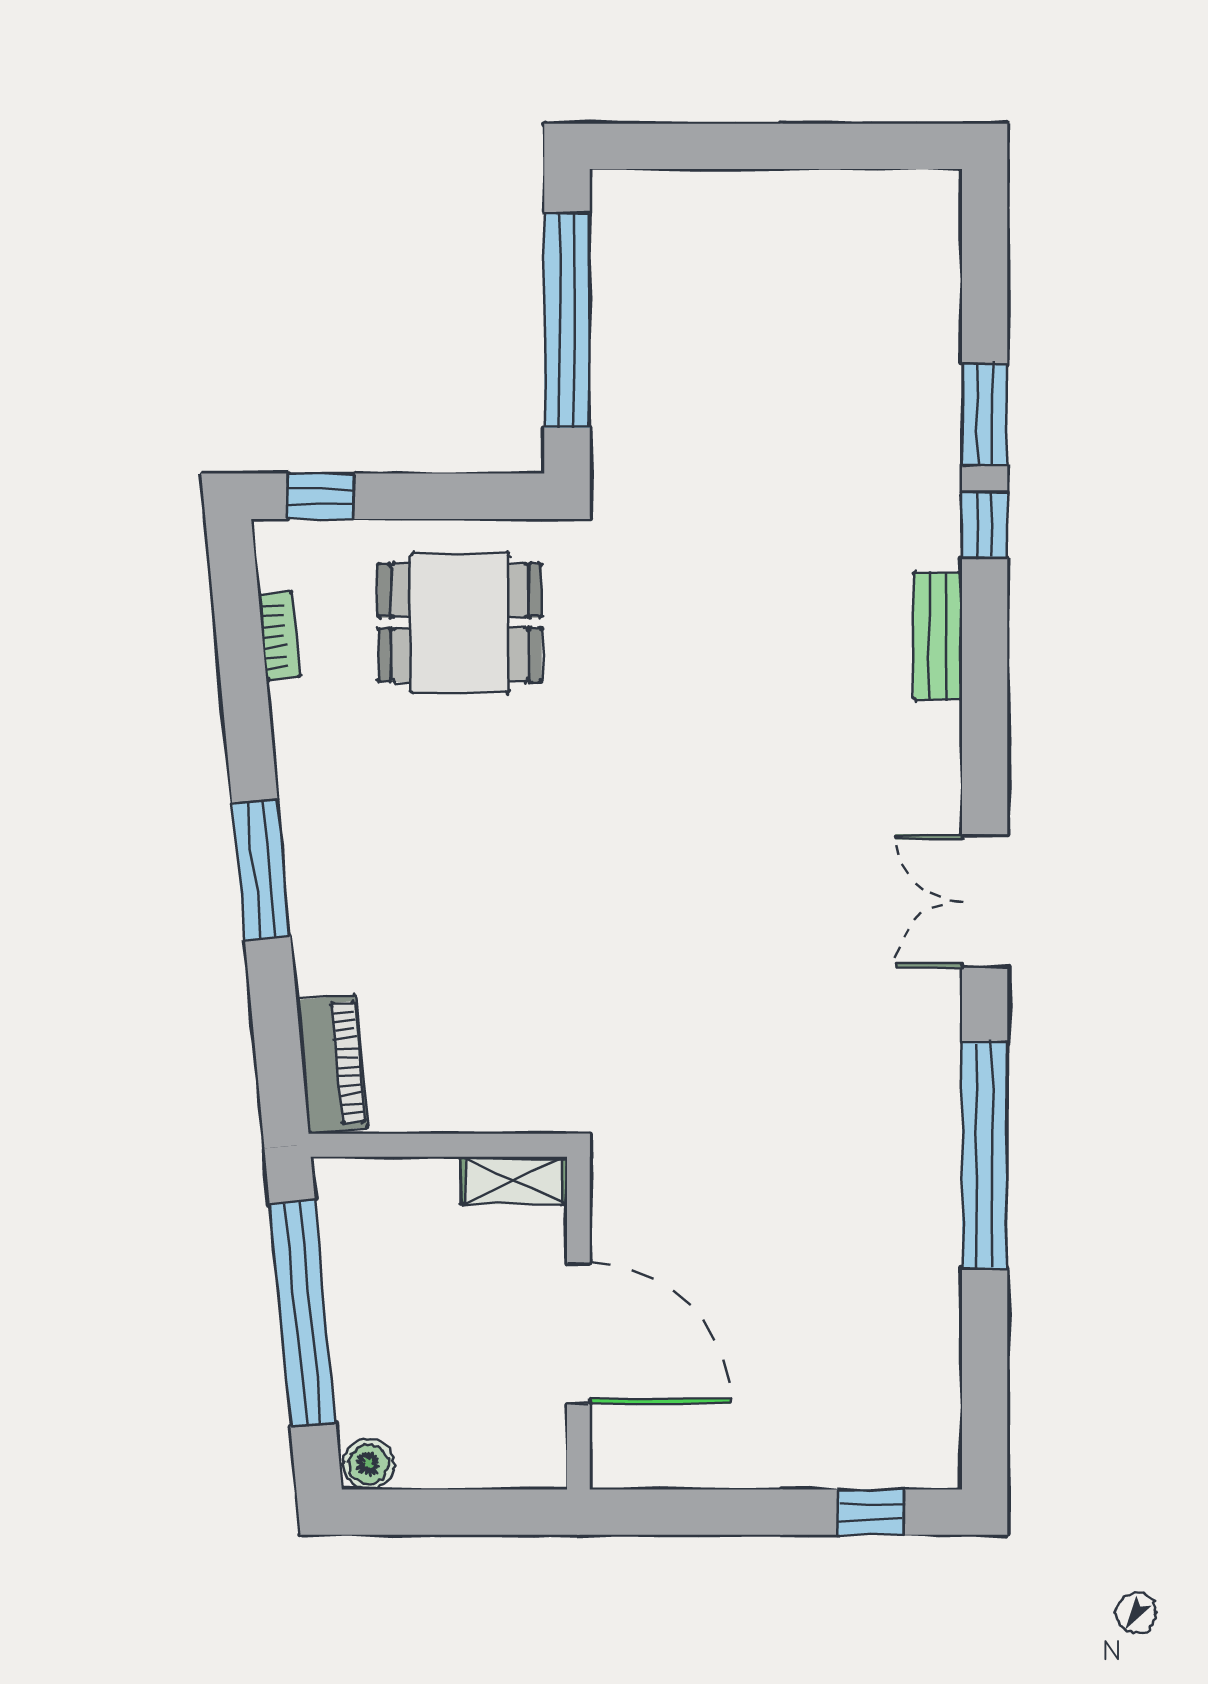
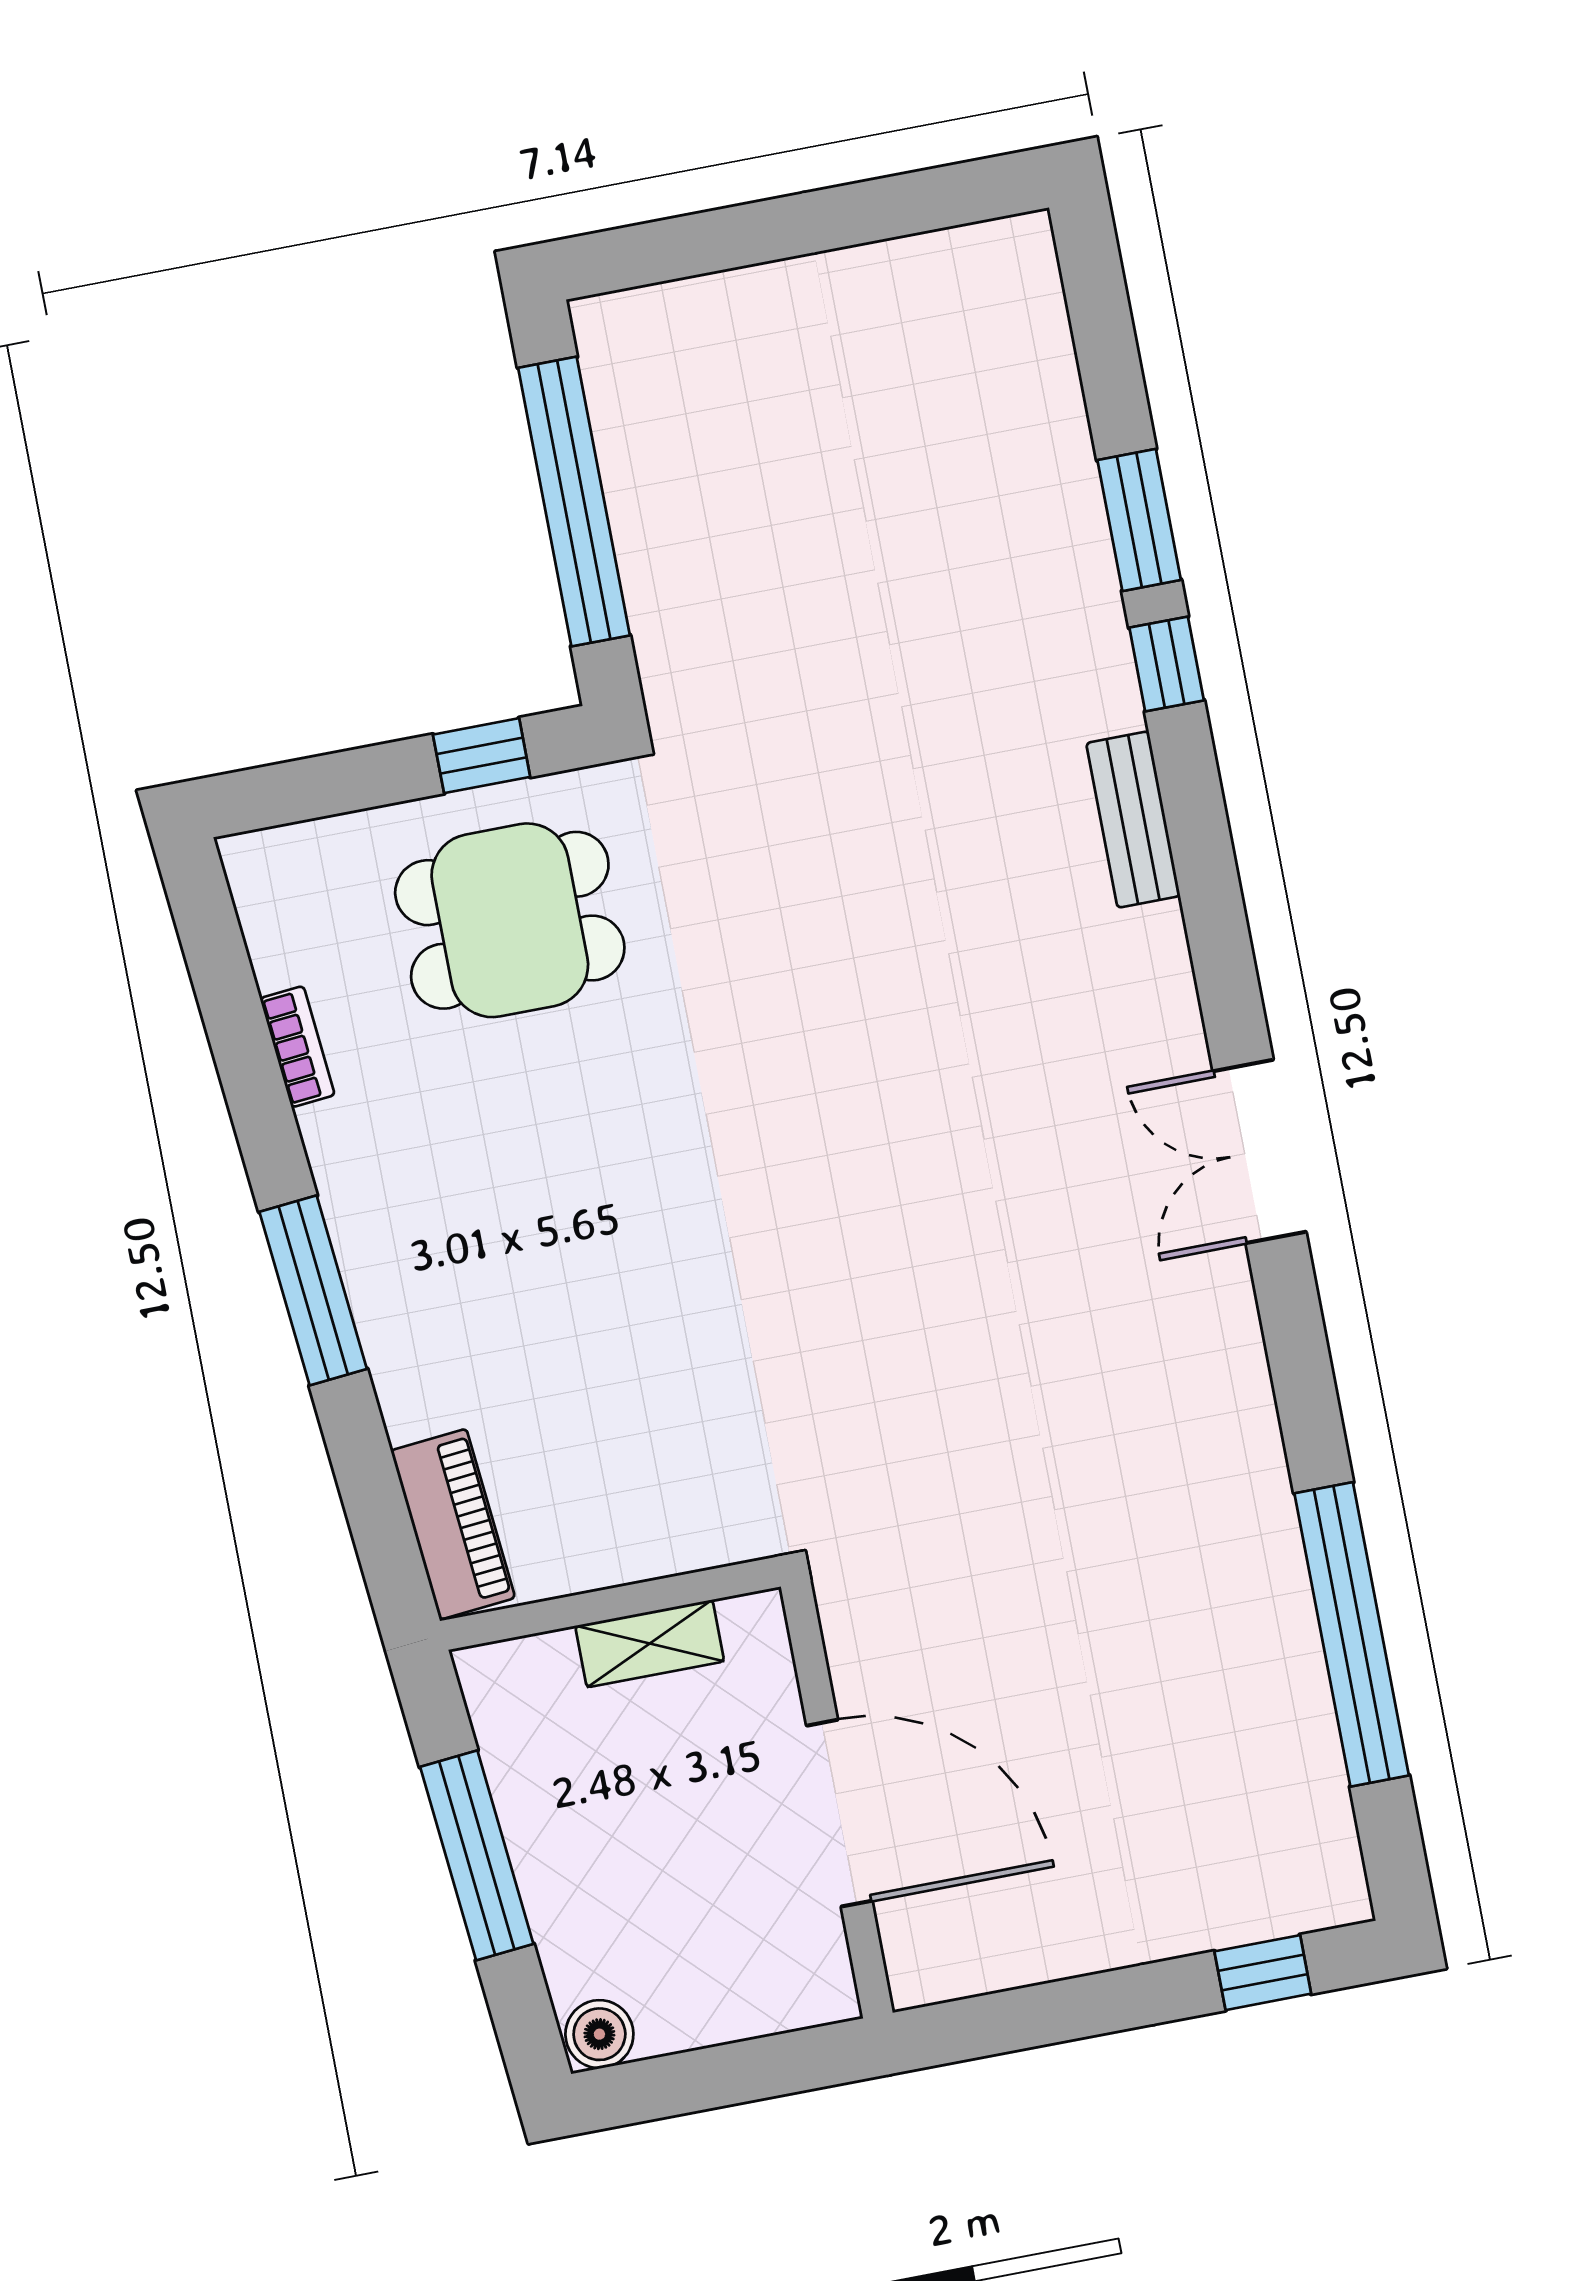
window: (321, 496) -> (482, 756), moved
bookcase: (279, 636) -> (297, 1047), moved
window: (985, 1155) -> (1352, 1634), moved
shelving: (514, 1180) -> (650, 1644), moved
window: (303, 1313) -> (477, 1855), width x0.68

